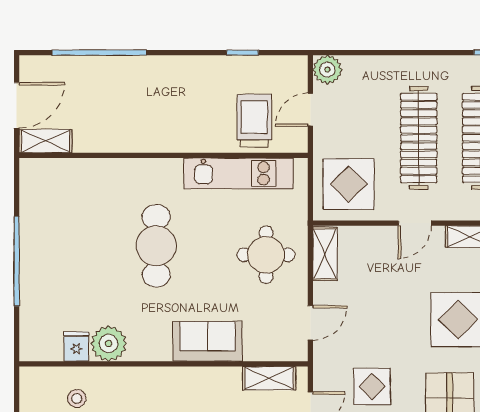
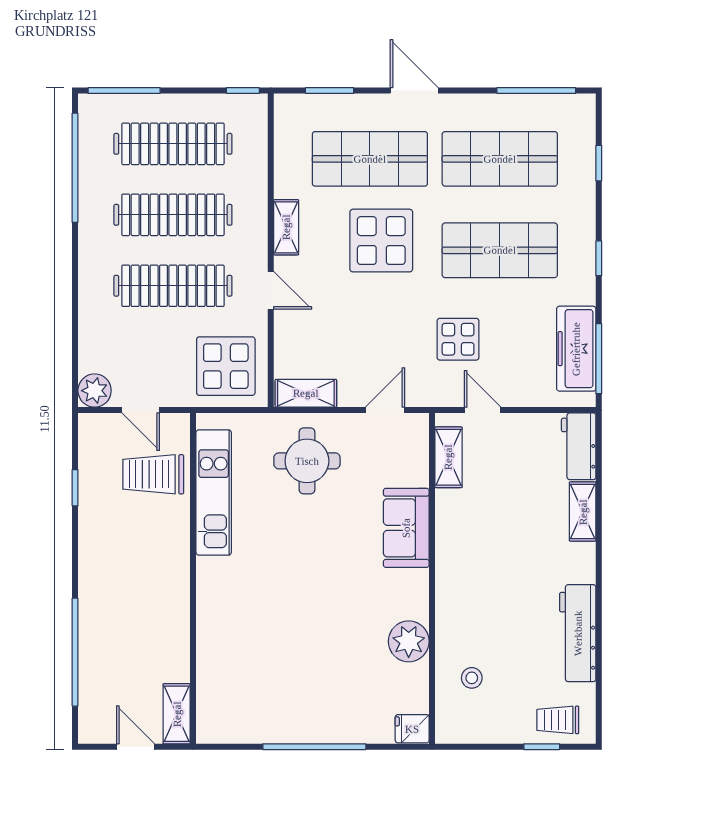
door: (17, 105) -> (136, 747), width x0.73
cafe table: (156, 246) -> (297, 587), removed
door: (310, 323) -> (385, 410), hinge flipped
fridge: (76, 346) -> (412, 729), moved

